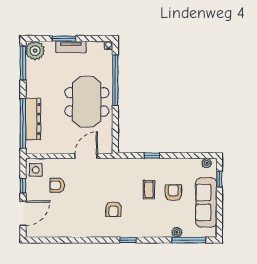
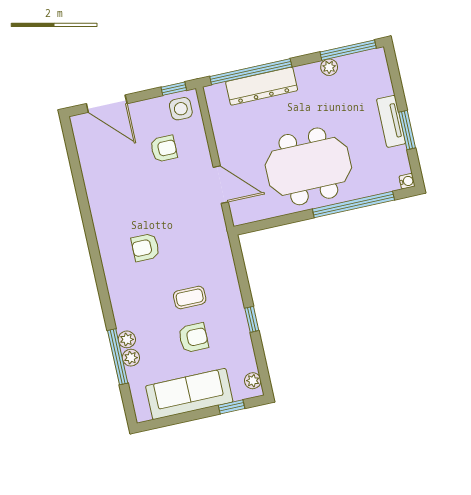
window: (64, 38) -> (407, 130), moved
plant: (35, 51) -> (329, 67), moved, width x0.53, depth x0.53
window: (152, 156) -> (252, 319), moved
armchair: (57, 185) -> (164, 149), turned 90
window: (23, 186) -> (174, 89), moved
plant: (166, 232) -> (127, 339), added
window: (128, 240) -> (101, 282), removed
window: (189, 240) -> (118, 357), moved

